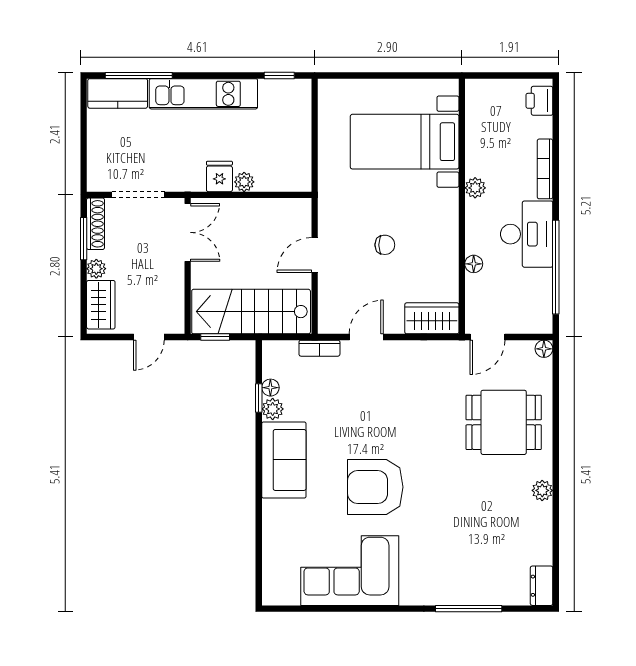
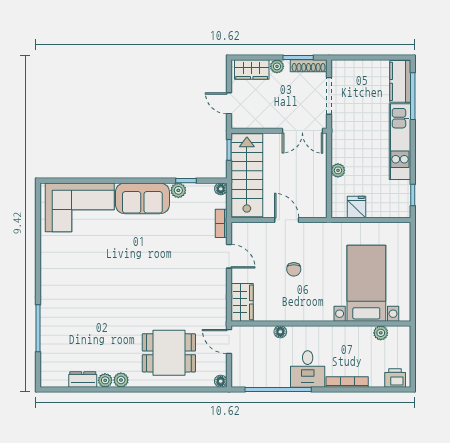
fridge: (219, 176) -> (357, 207), moved, turned -90
plant: (475, 188) -> (381, 333), moved
desk: (527, 234) -> (308, 369), width x0.73
floor lamp: (270, 388) -> (221, 189), moved
dining table: (504, 422) -> (169, 353), turned 90
armchair: (375, 487) -> (123, 263), removed
plant: (543, 513) -> (105, 380), added
corner sofa: (350, 571) -> (80, 207), moved, turned 90
dresser: (542, 586) -> (83, 380), moved

